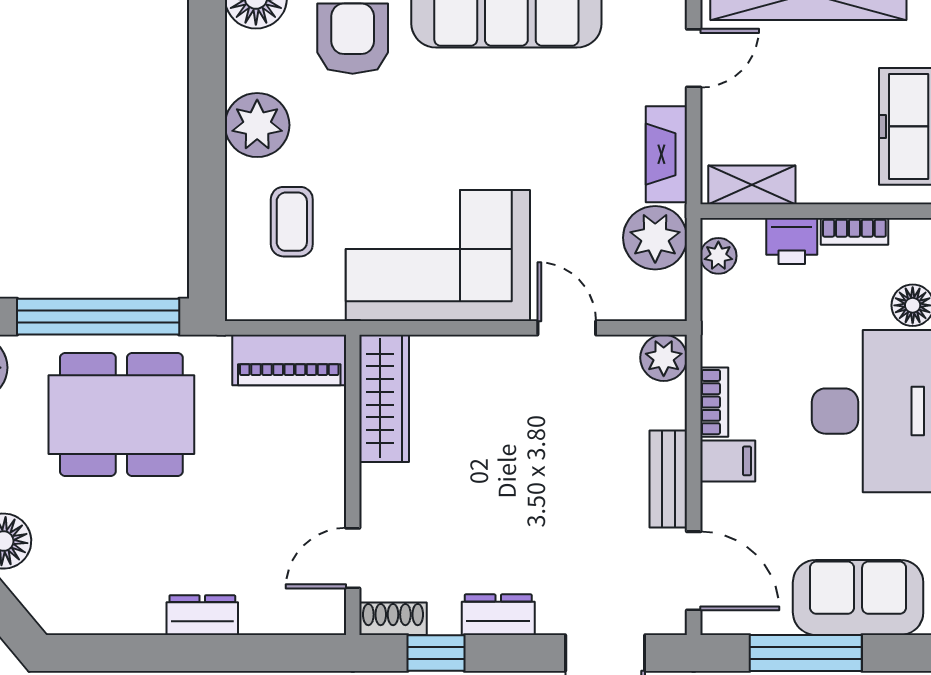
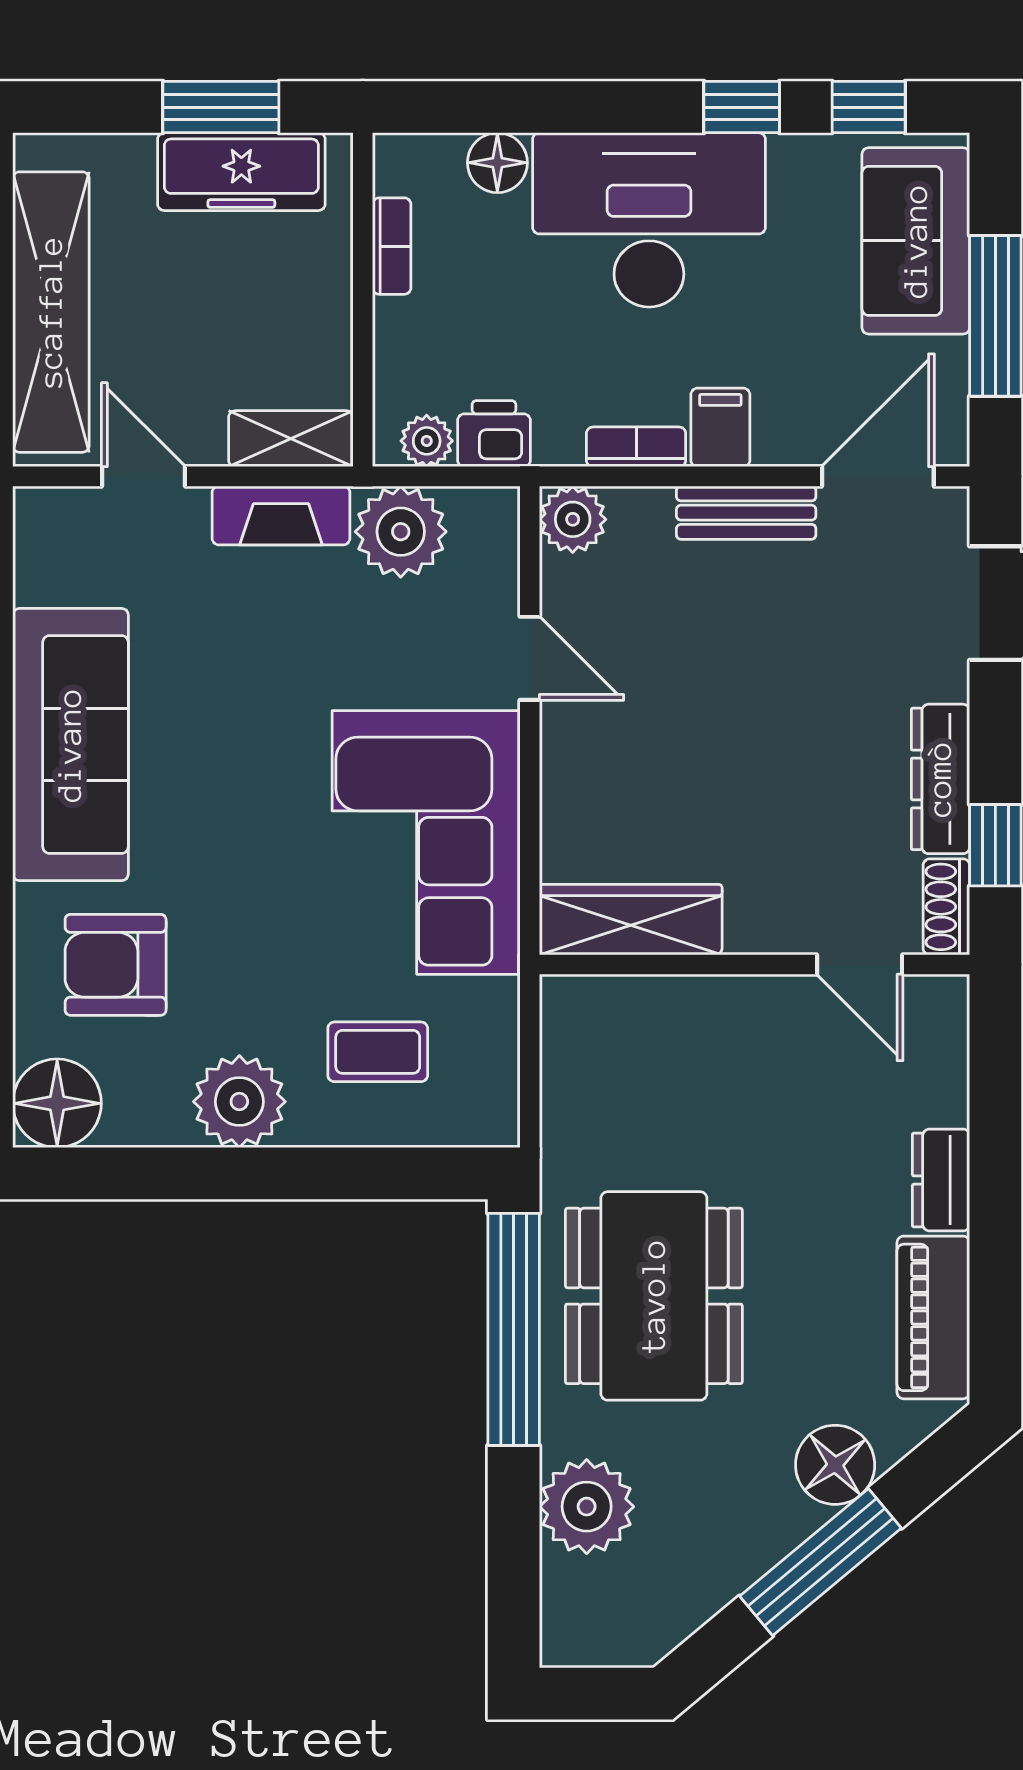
shelving: (752, 185) -> (291, 439), moved, turned 90
printer: (792, 241) -> (494, 434), moved, turned -90
door: (567, 328) -> (530, 658), swing flipped
piano: (289, 360) -> (933, 1317), moved, turned 180
dresser: (498, 615) -> (940, 779), width x1.44

